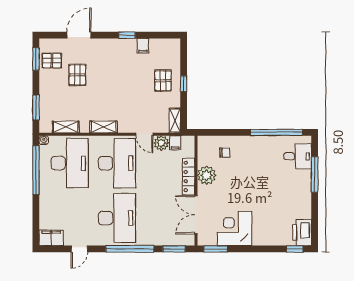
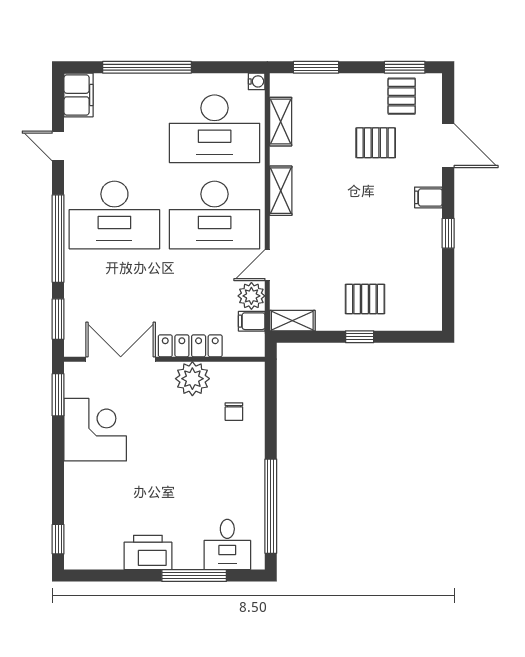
filing cabinet: (143, 46) -> (428, 197), moved
window: (36, 170) -> (147, 67), moved
printer: (302, 233) -> (148, 552), moved

